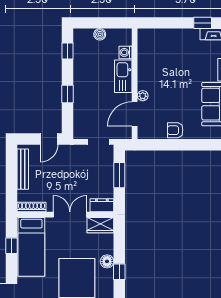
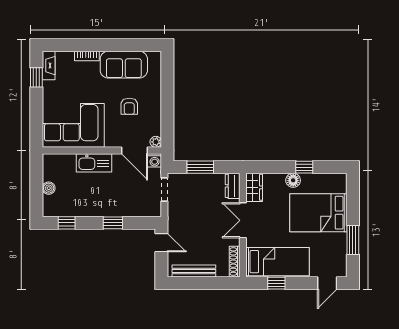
washing machine: (126, 52) -> (155, 160), moved
corner sofa: (158, 57) -> (73, 125), added
plant: (143, 96) -> (156, 142), moved
armchair: (175, 130) -> (129, 106), moved

